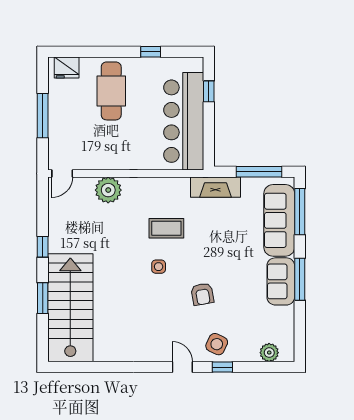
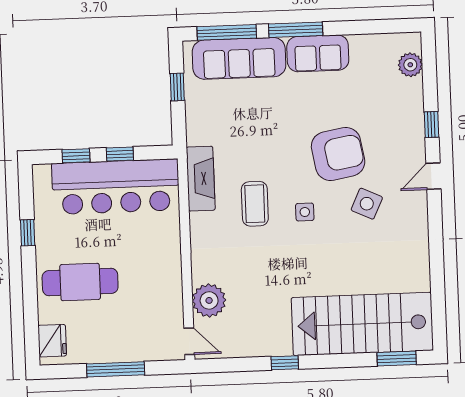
window: (209, 125) -> (120, 154), added
window: (259, 172) -> (177, 87), width x0.46
fireplace: (215, 187) -> (201, 179), moved
plant: (108, 190) -> (209, 300), moved
window: (300, 279) -> (296, 30), moved
armchair: (202, 294) -> (338, 154), width x1.88, depth x1.88
window: (43, 298) -> (397, 359), moved
side table: (217, 344) -> (367, 204), moved

